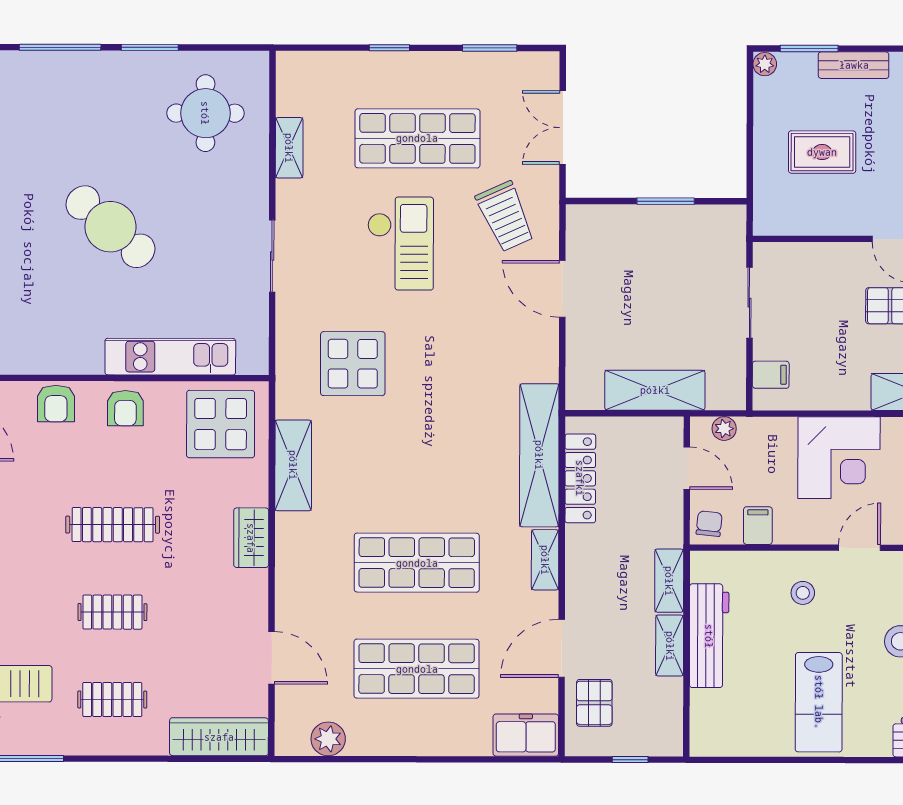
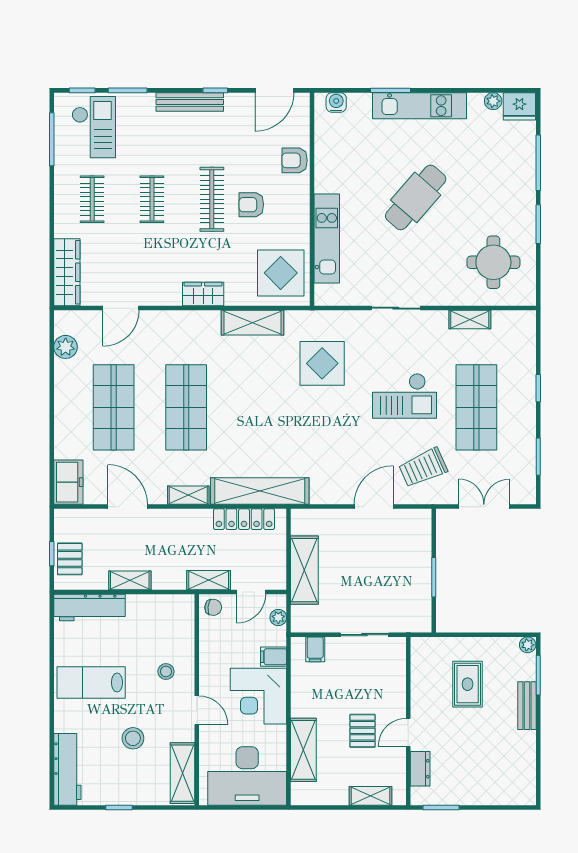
armchair: (125, 408) -> (251, 205), moved
filing cabinet: (758, 526) -> (274, 657), moved, turned 180
shelving: (669, 581) -> (209, 580), moved
workbench: (709, 636) -> (89, 607), moved
pallet: (594, 703) -> (70, 559), moved, turned 90

